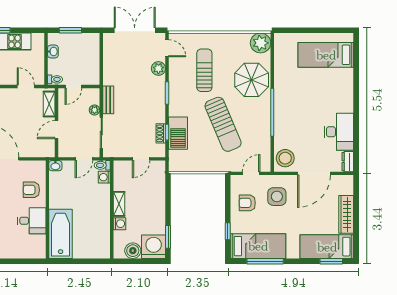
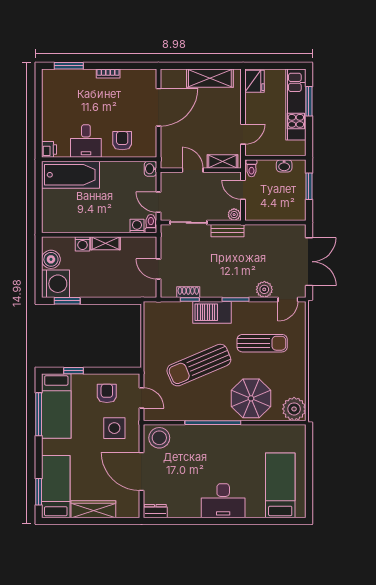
plant: (94, 110) -> (234, 215), moved
desk: (339, 132) -> (223, 501), moved
barbecue: (178, 133) -> (212, 312), moved
printer: (39, 252) -> (49, 149), added

